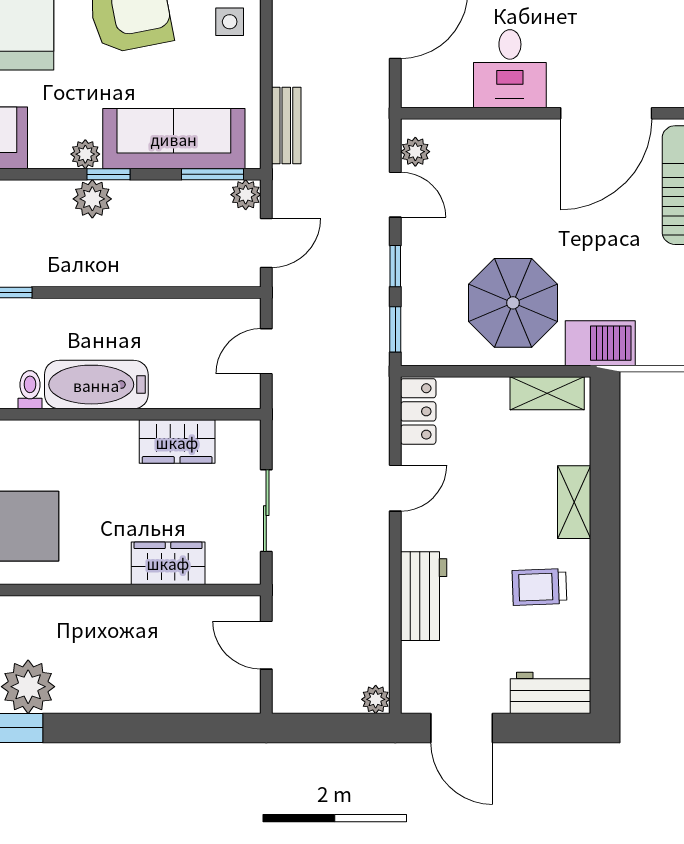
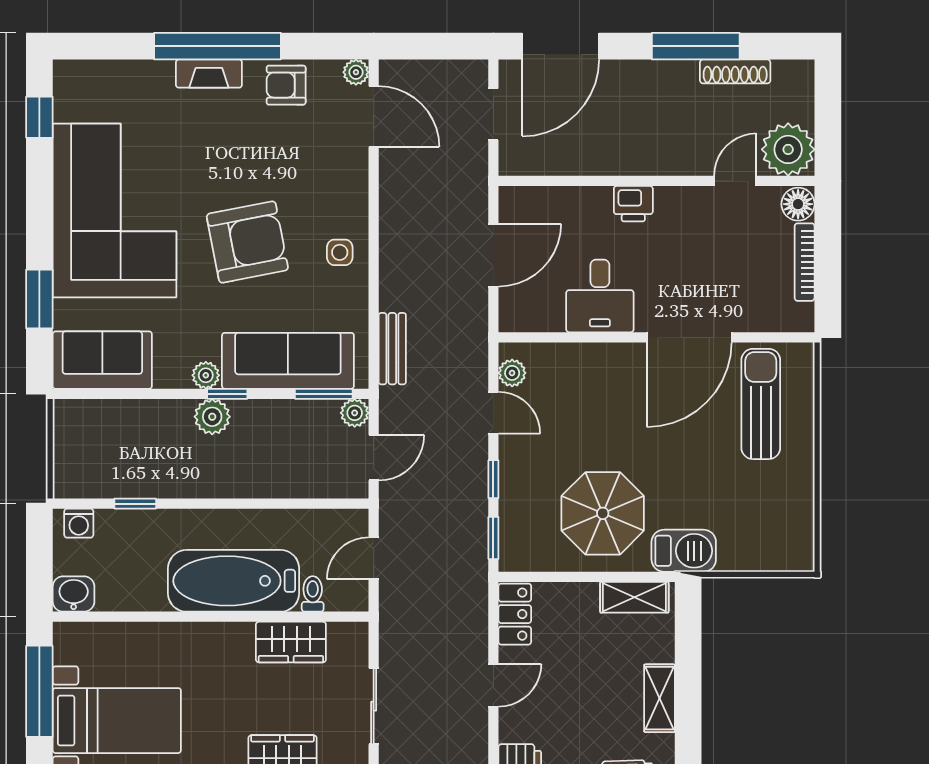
bathtub: (96, 385) -> (234, 581), width x1.36, depth x1.36
toilet: (30, 390) -> (313, 594), moved

